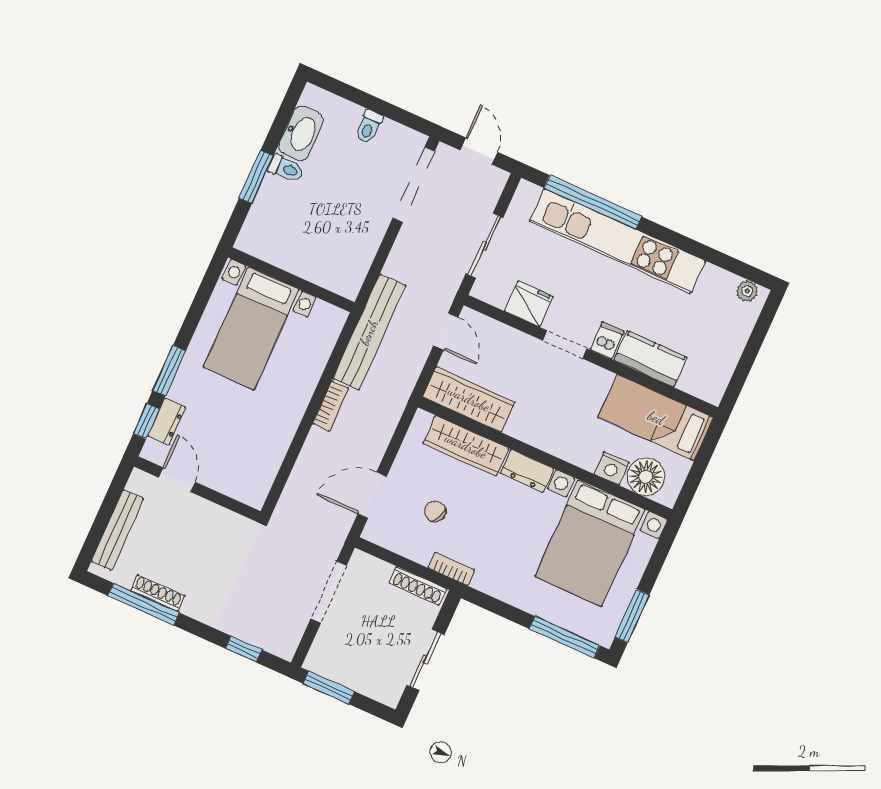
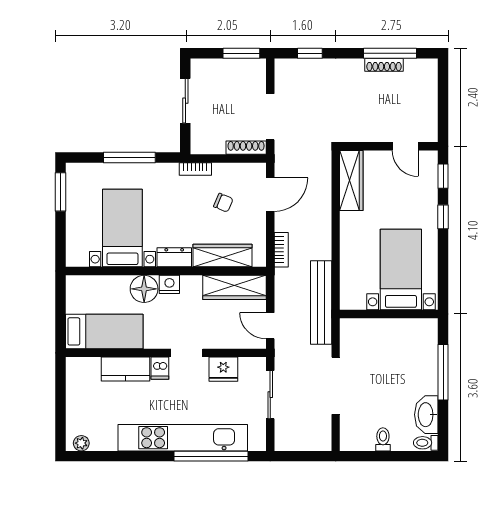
door: (479, 151) -> (302, 456), removed
toilet: (286, 169) -> (426, 443), moved
window: (256, 177) -> (443, 372), width x1.44
doorway: (414, 185) -> (336, 386), moved
window: (169, 371) -> (443, 217), width x0.67
bookcase: (331, 406) -> (281, 250), moved, turned 180
dresser: (167, 422) -> (429, 182), removed
wardrobe: (263, 467) -> (351, 180), added
nightstand: (612, 468) -> (169, 284), moved
floor lamp: (646, 477) -> (144, 289), moved
bench: (117, 530) -> (430, 95), removed
bed with nightstands: (590, 543) -> (122, 228), width x0.73
shoe rack: (418, 586) -> (246, 148), moved
window: (565, 637) -> (129, 158), moved

